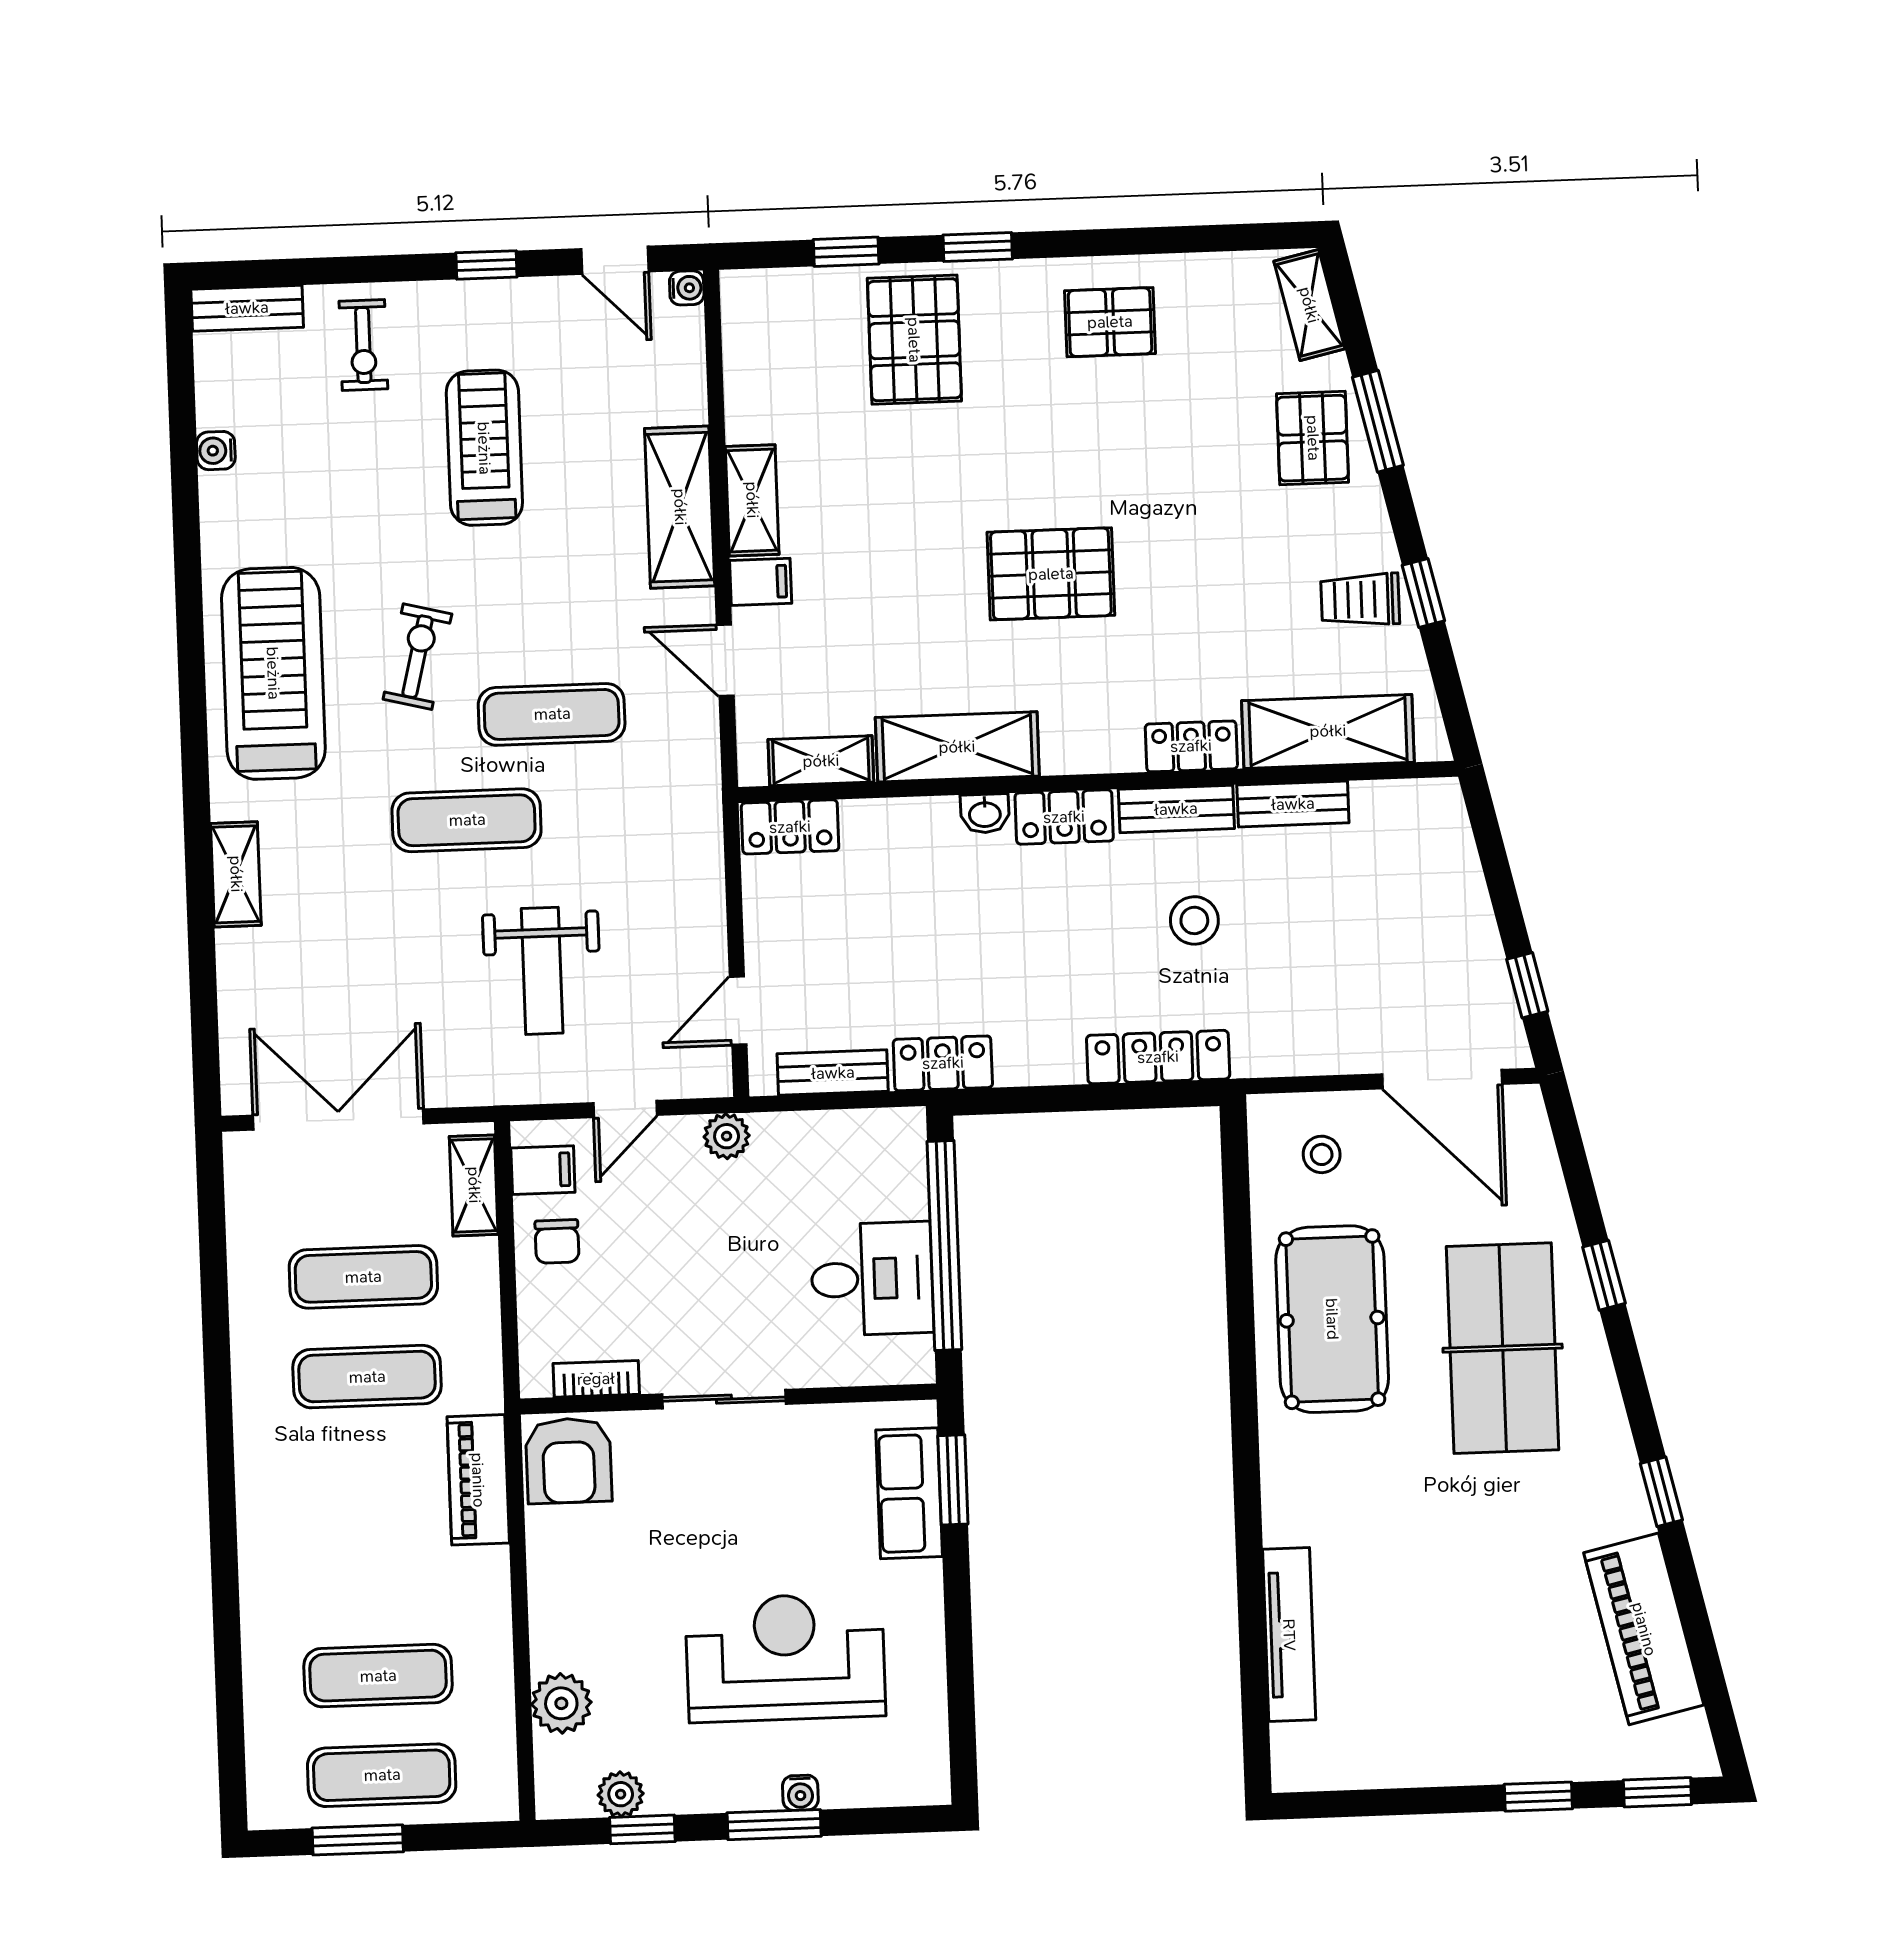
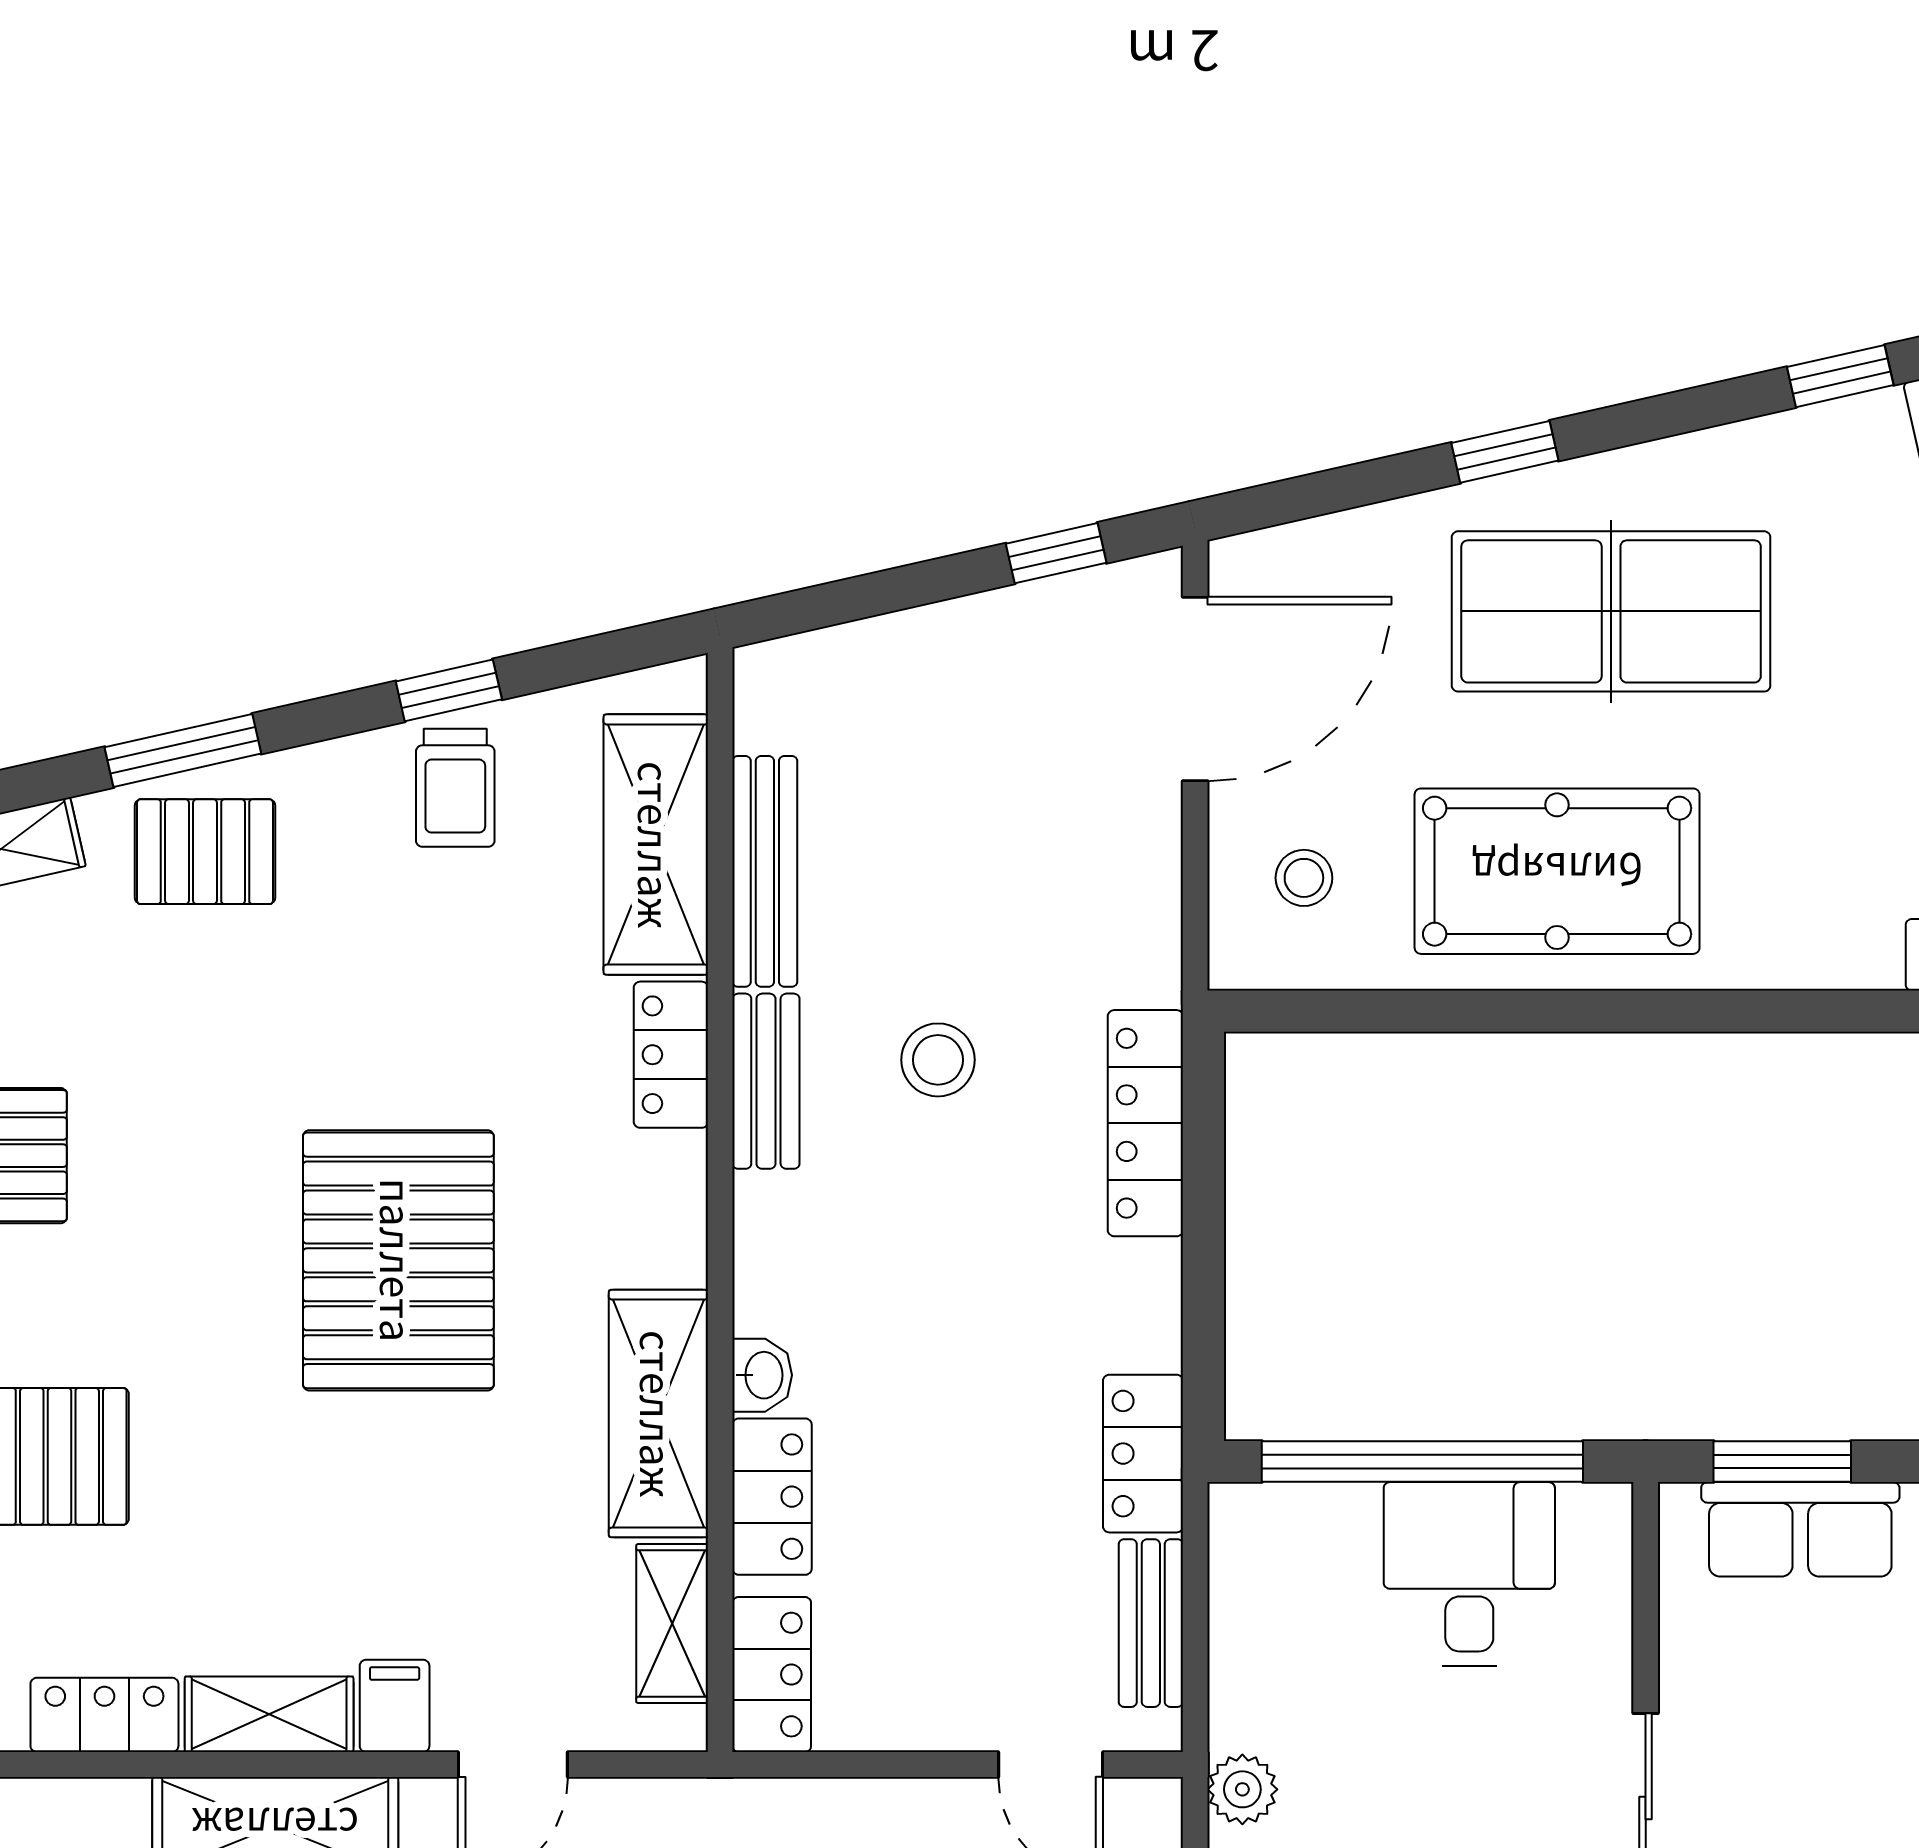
locker: (748, 393) -> (104, 1715), added
pallet: (1051, 574) -> (398, 1260), width x1.37, depth x1.41
bench: (1293, 804) -> (765, 871), width x1.36
locker: (1064, 817) -> (772, 1497), moved

